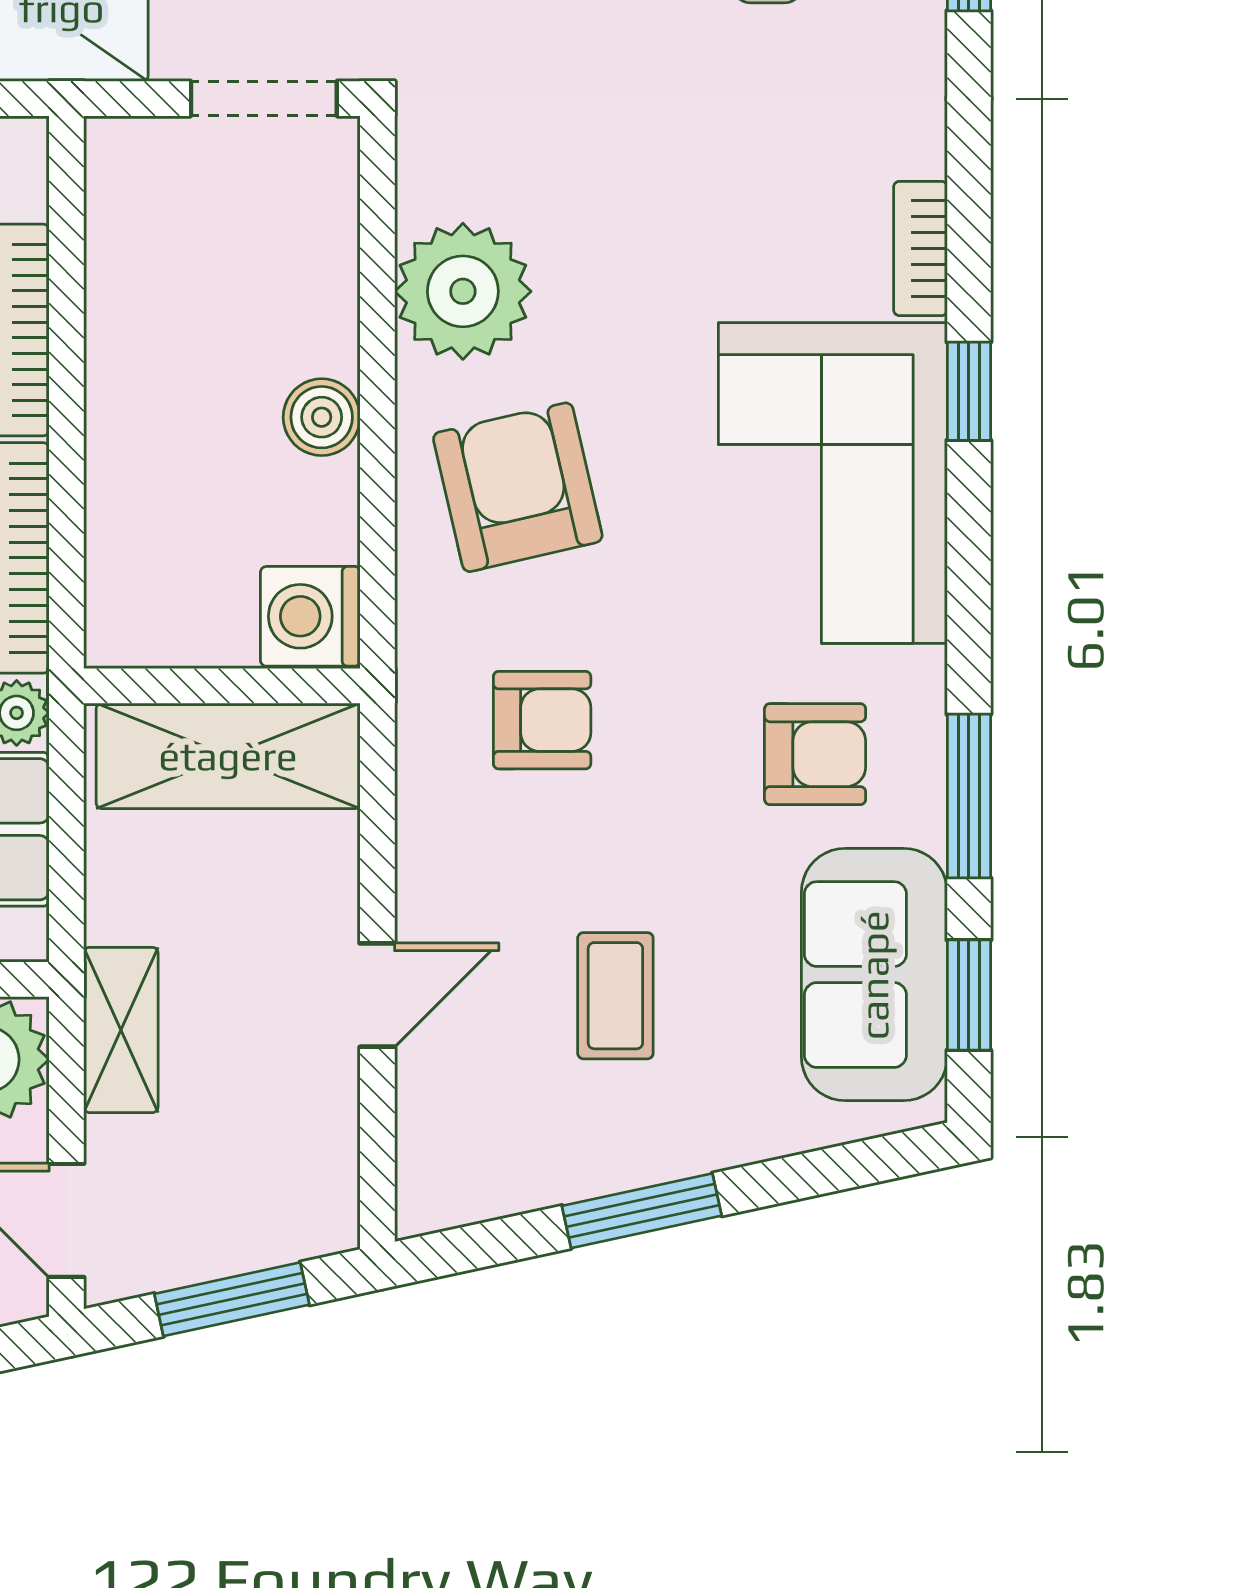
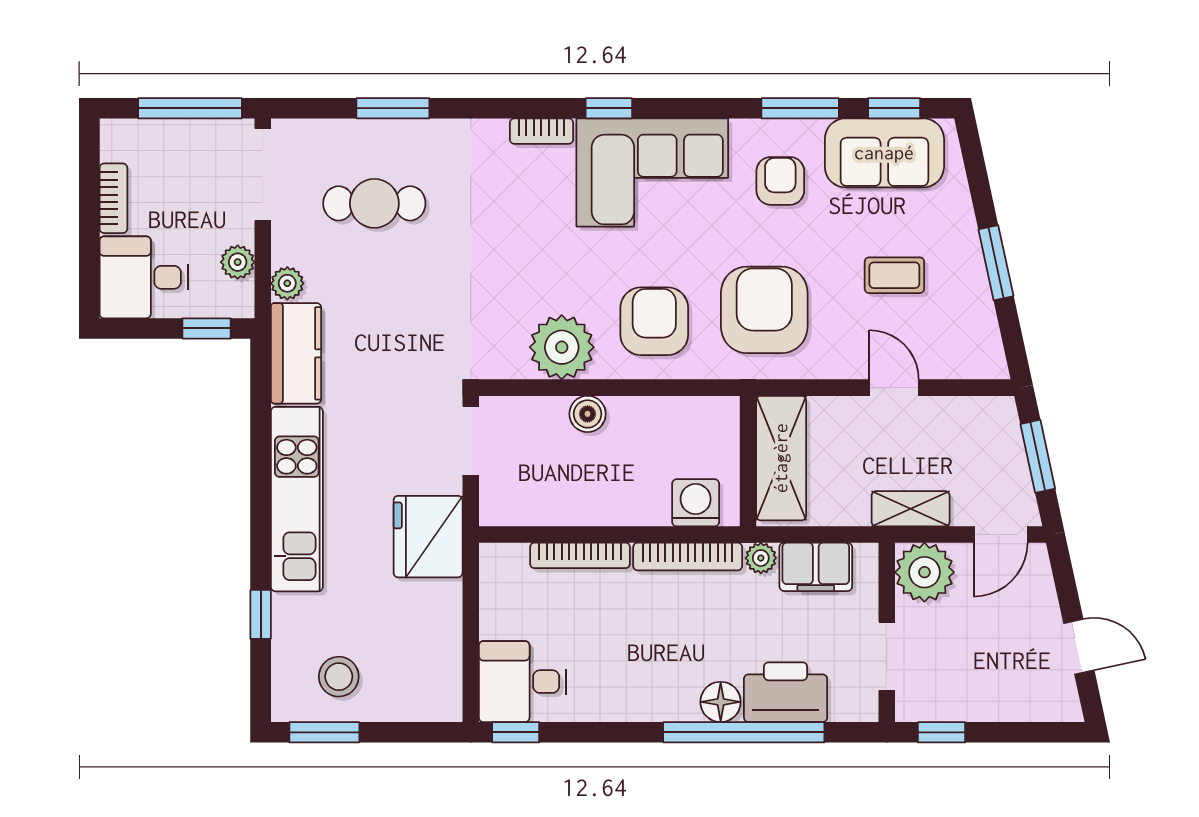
boiler: (322, 417) -> (588, 414), moved
armchair: (518, 487) -> (654, 321), turned 103
washing machine: (310, 616) -> (696, 503), moved, turned 180
armchair: (542, 720) -> (764, 310), width x1.88, depth x1.88

